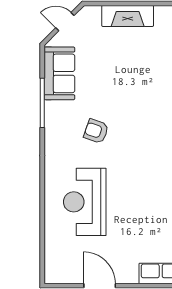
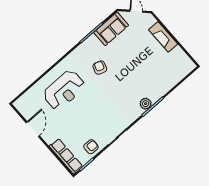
reception desk: (85, 202) -> (64, 90), turned 180

